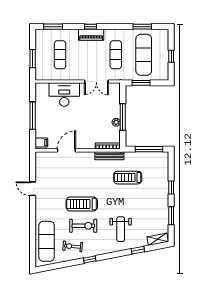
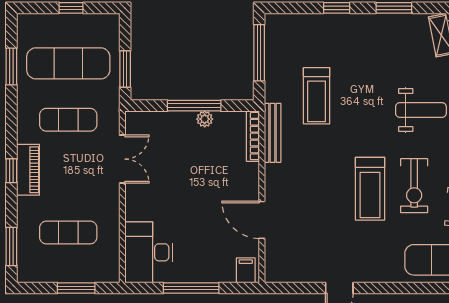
desk: (64, 95) -> (149, 252), moved
exercise bike: (83, 226) -> (414, 186), turned 180

